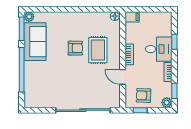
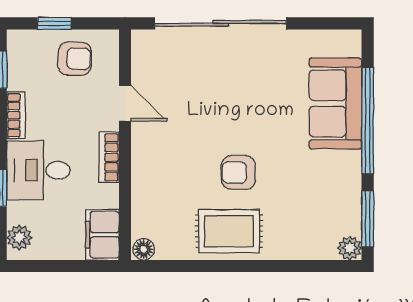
filing cabinet: (132, 17) -> (102, 235), width x2.00
sofa: (35, 42) -> (335, 103), moved
rug: (98, 50) -> (229, 231), moved, turned 90
plant: (167, 103) -> (19, 238), moved
window: (140, 110) -> (54, 23), moved

